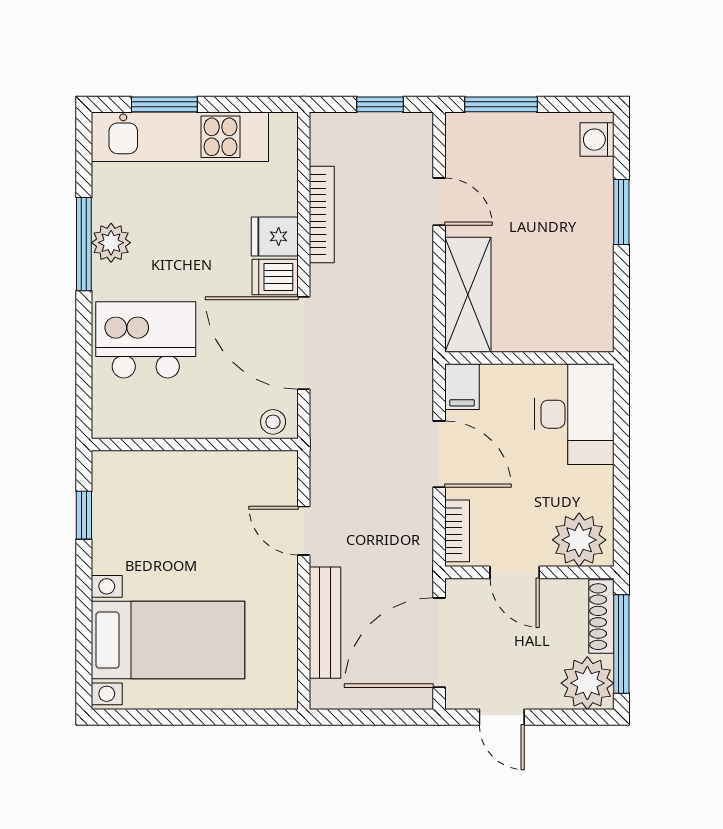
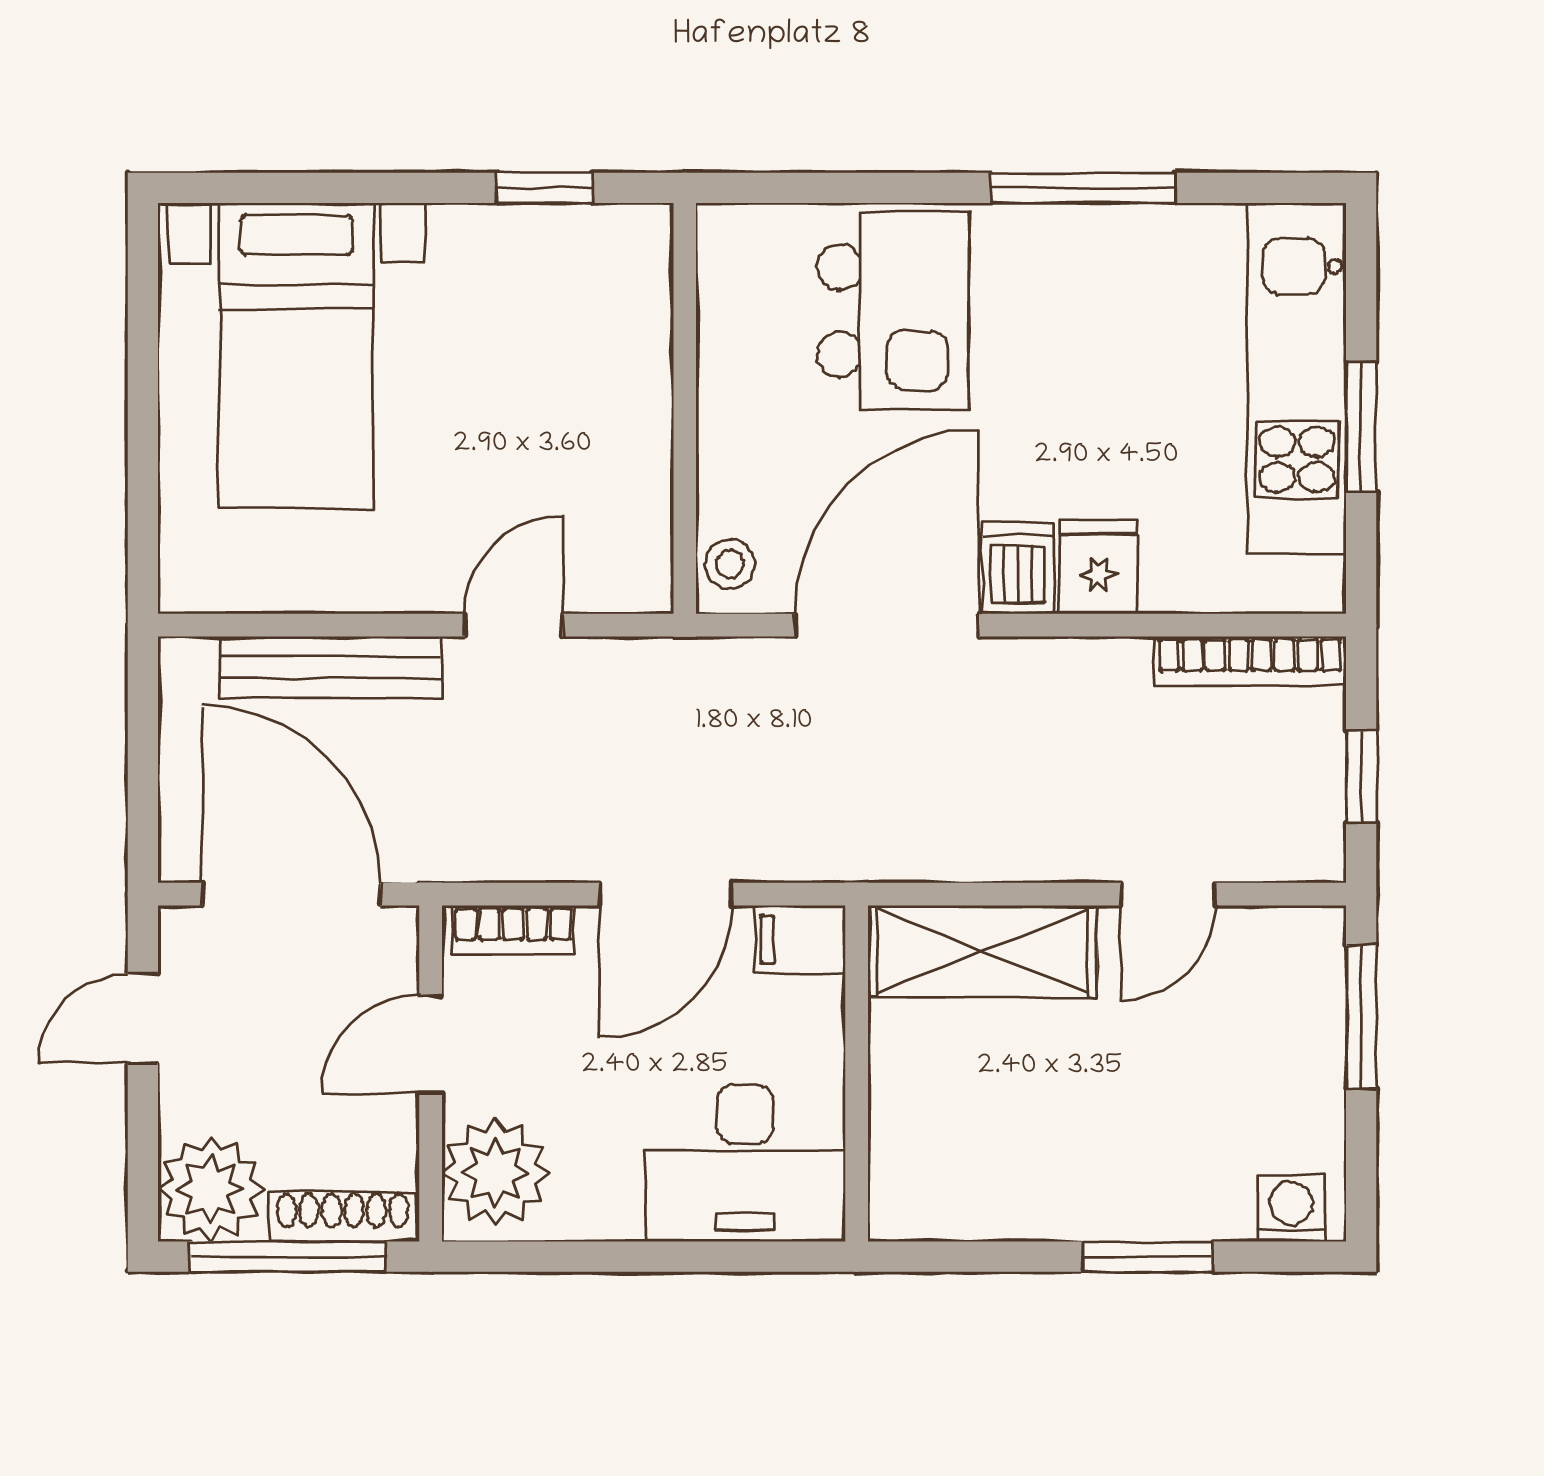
window: (164, 104) -> (1361, 427), moved
bookcase: (322, 215) -> (1250, 661), moved
plant: (111, 243) -> (1086, 242), removed

